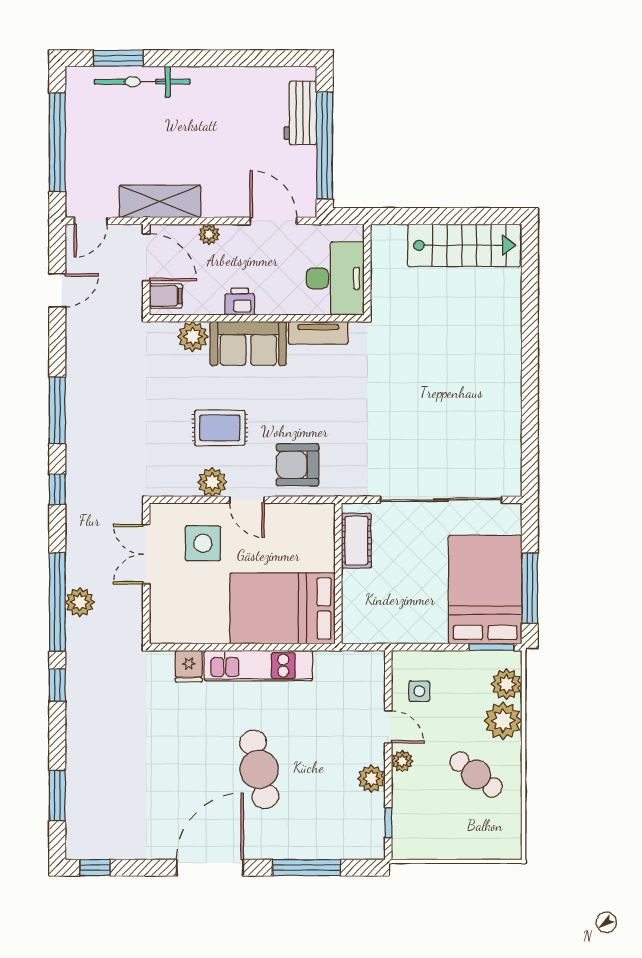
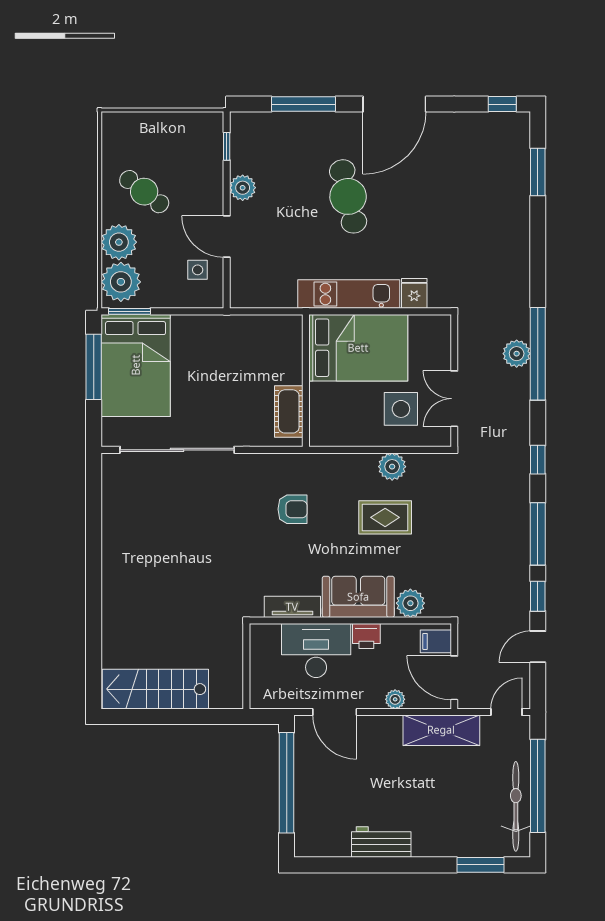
bicycle: (142, 82) -> (516, 806), moved, turned -90
workbench: (300, 113) -> (381, 842), moved, turned -90
desk: (335, 278) -> (316, 651), moved, turned 90
armchair: (297, 465) -> (293, 509), moved, width x0.72, depth x0.72
door: (247, 500) -> (360, 450), removed
cot: (356, 541) -> (289, 411), moved
double door: (146, 554) -> (454, 399), swing flipped
wall: (338, 573) -> (306, 381), moved
bed: (283, 608) -> (358, 348), moved
plant: (506, 684) -> (121, 282), width x1.36, depth x1.36
window: (57, 685) -> (538, 596), moved
door: (388, 727) -> (227, 236), width x1.37
plant: (402, 761) -> (214, 204), removed

